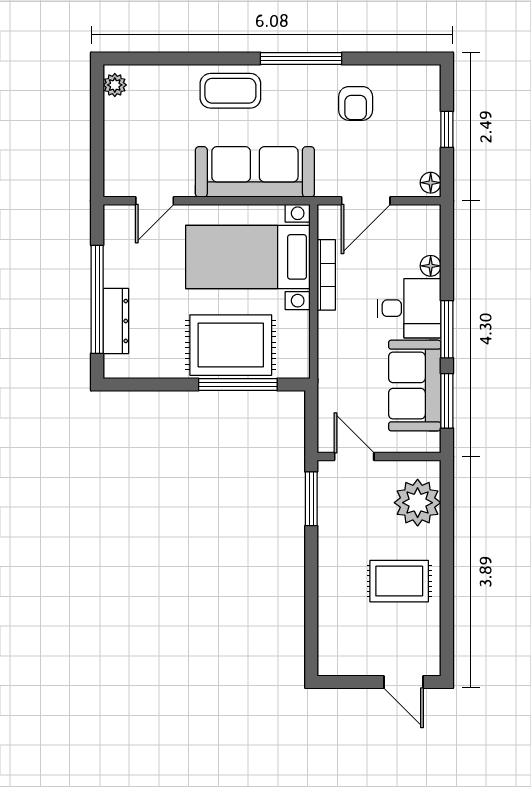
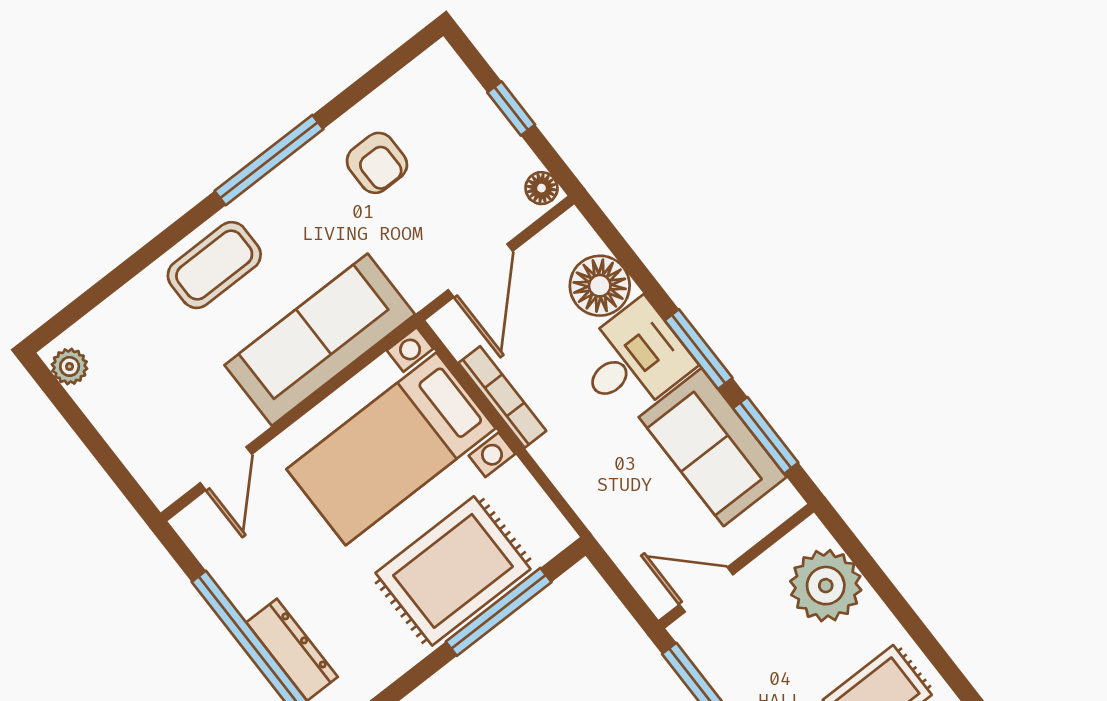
floor lamp: (431, 266) -> (600, 286), width x1.89, depth x1.89

